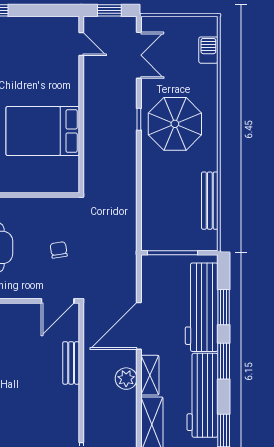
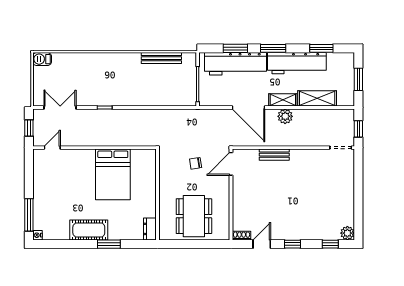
barbecue: (208, 50) -> (42, 59), moved
parasol: (175, 124) -> (108, 82), removed
door: (58, 301) -> (231, 164), swing flipped

